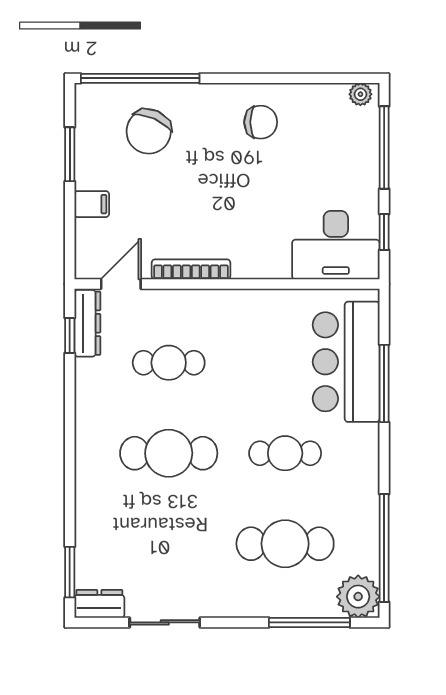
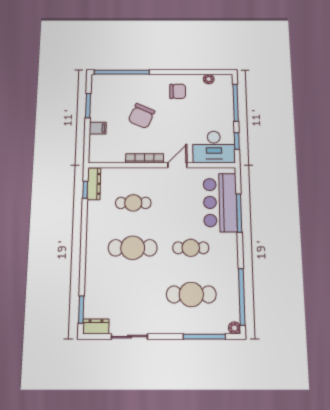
plant: (360, 94) -> (209, 79), moved
chair: (149, 131) -> (141, 116), moved
door: (121, 284) -> (177, 165), moved
plant: (358, 597) -> (234, 328), width x0.53, depth x0.53

